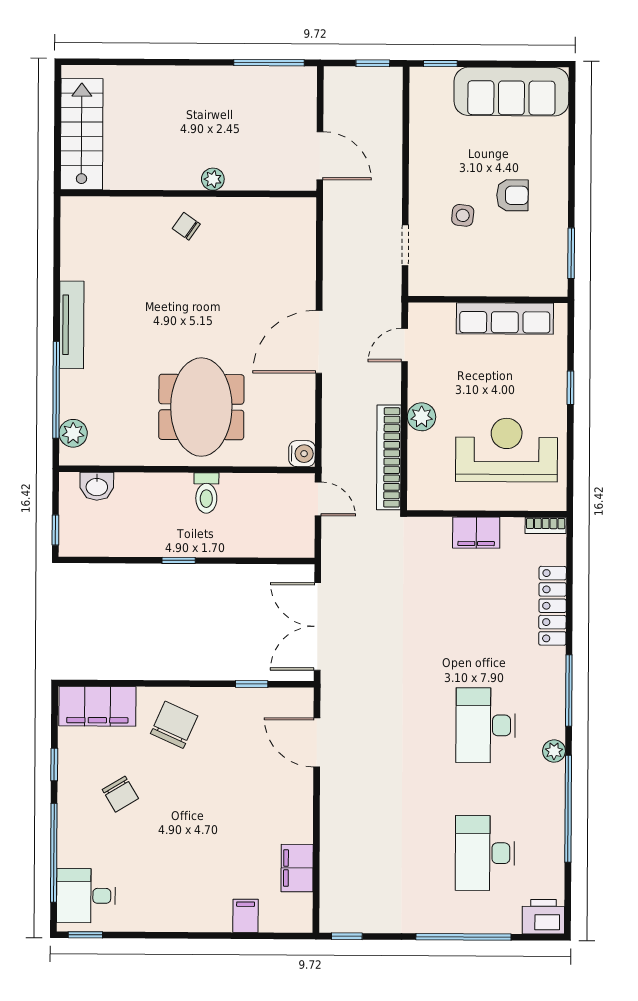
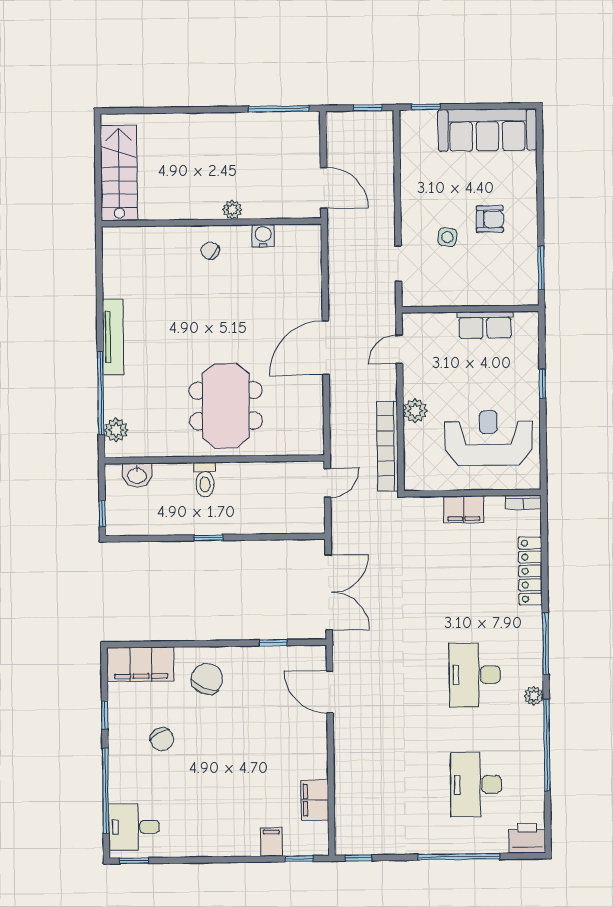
row of seats: (505, 318) -> (485, 325), width x0.68
water cooler: (302, 454) -> (263, 236), moved, turned -90
toilet: (206, 493) -> (205, 480), moved
door: (318, 499) -> (327, 483), hinge flipped
double door: (317, 626) -> (329, 592), swing flipped
window: (278, 936) -> (299, 859), added

